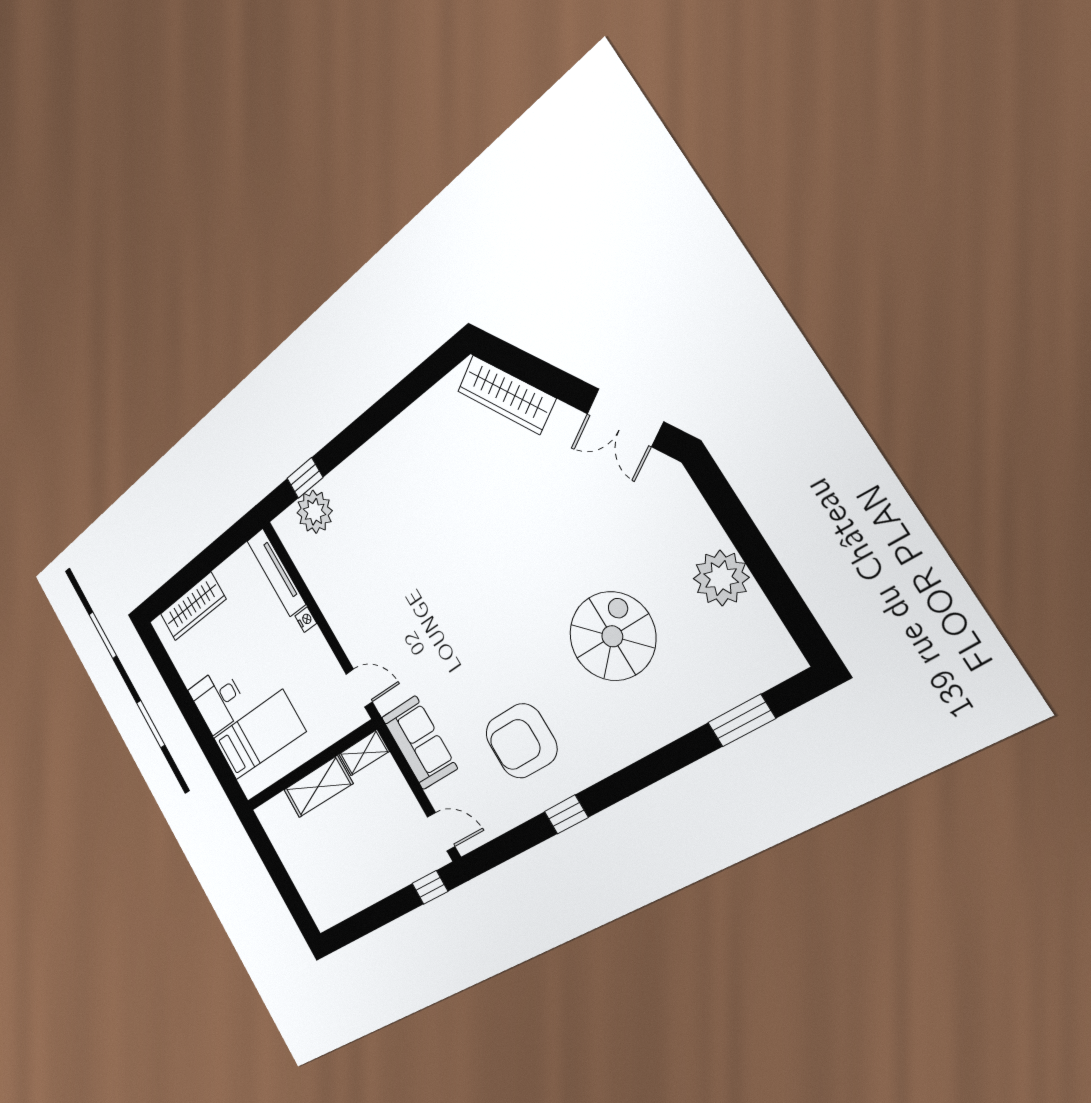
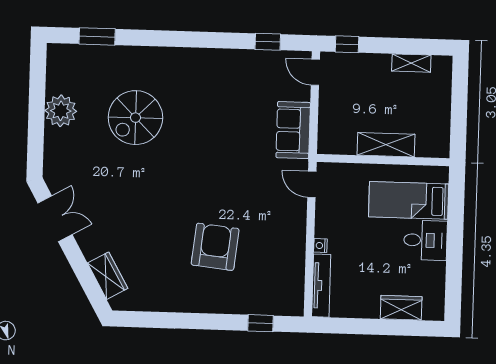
wardrobe: (506, 395) -> (108, 276), width x0.67
plant: (315, 512) -> (268, 300), removed
wardrobe: (193, 607) -> (401, 308), width x0.67
armchair: (521, 741) -> (215, 247), moved, turned -84
shelving: (364, 753) -> (411, 63), moved
window: (566, 814) -> (268, 42), moved

